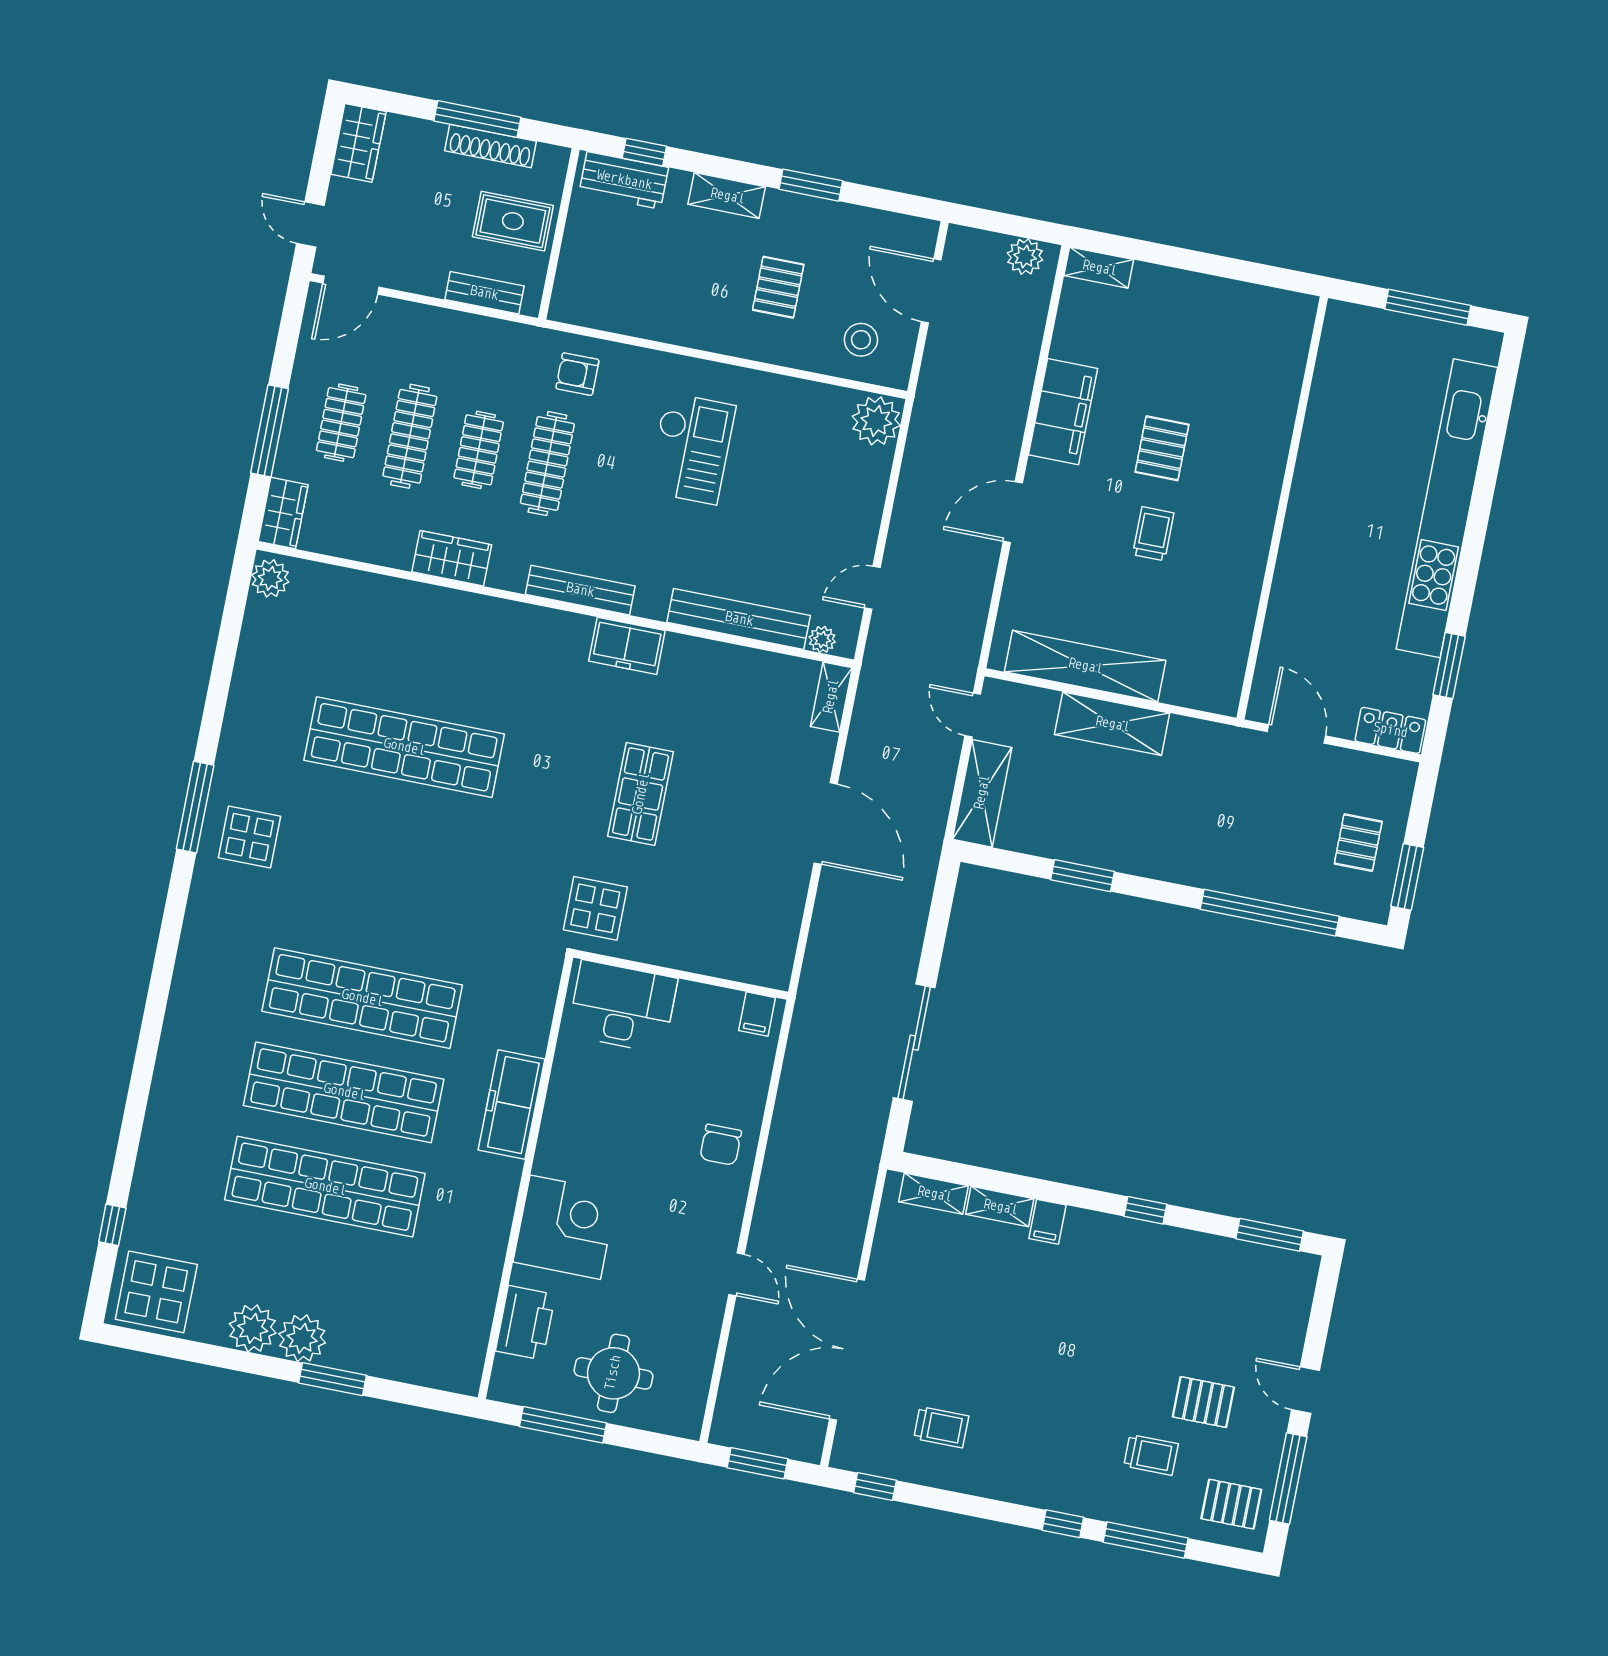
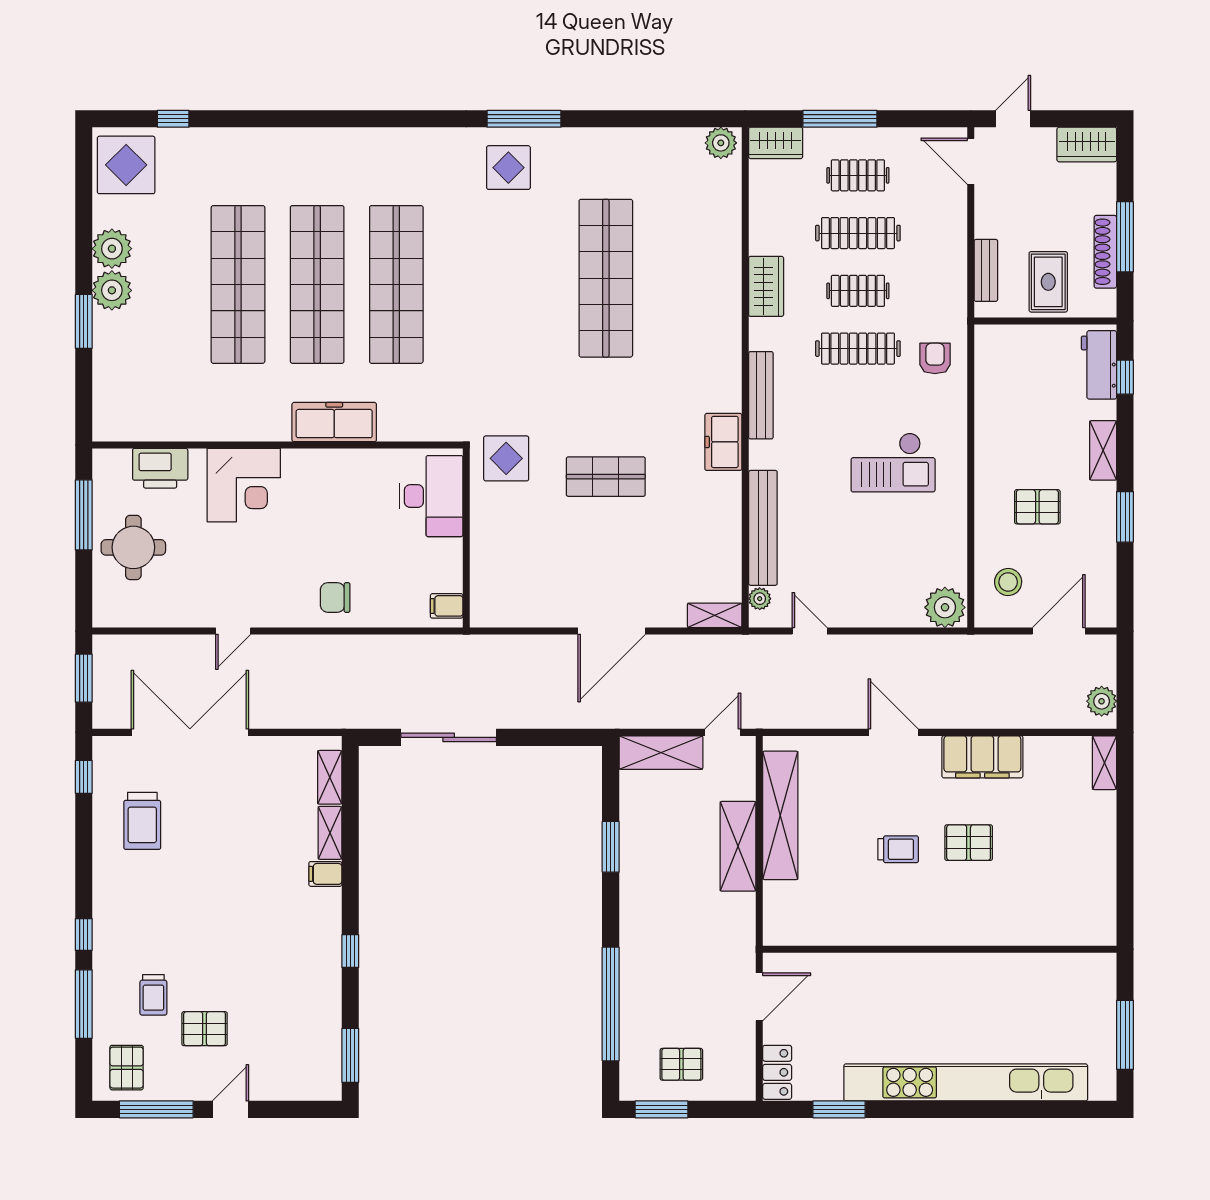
pallet: (1203, 1402) -> (205, 1029), turned 90
trolley: (941, 1427) -> (142, 821), width x1.36, depth x1.39

